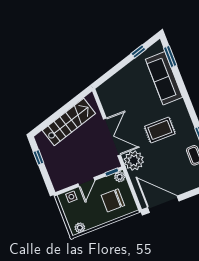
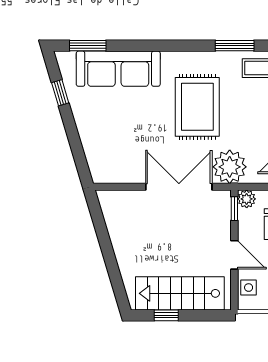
stairs: (69, 122) -> (180, 293), moved, turned -73
rug: (160, 130) -> (197, 107), width x1.36, depth x1.43

